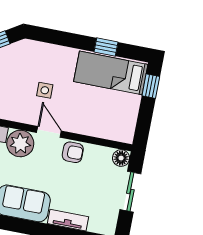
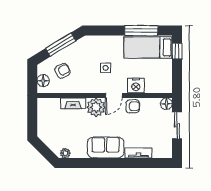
window: (106, 47) -> (141, 30), width x2.17
nightstand: (83, 124) -> (136, 86), added
door: (49, 132) -> (114, 96), swing flipped

